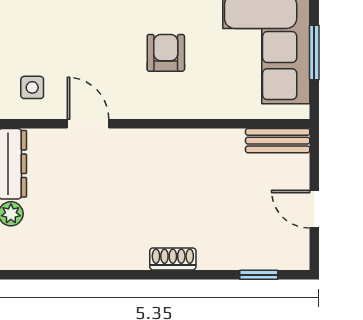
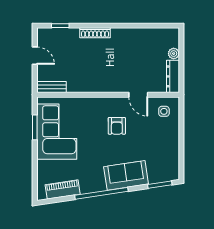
armchair: (166, 53) -> (117, 126), moved
shoe rack: (173, 259) -> (95, 33), width x1.43

